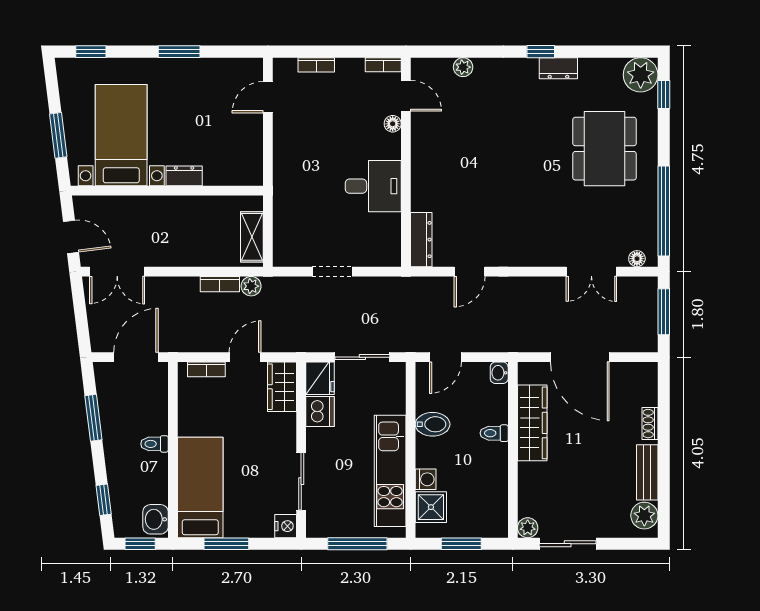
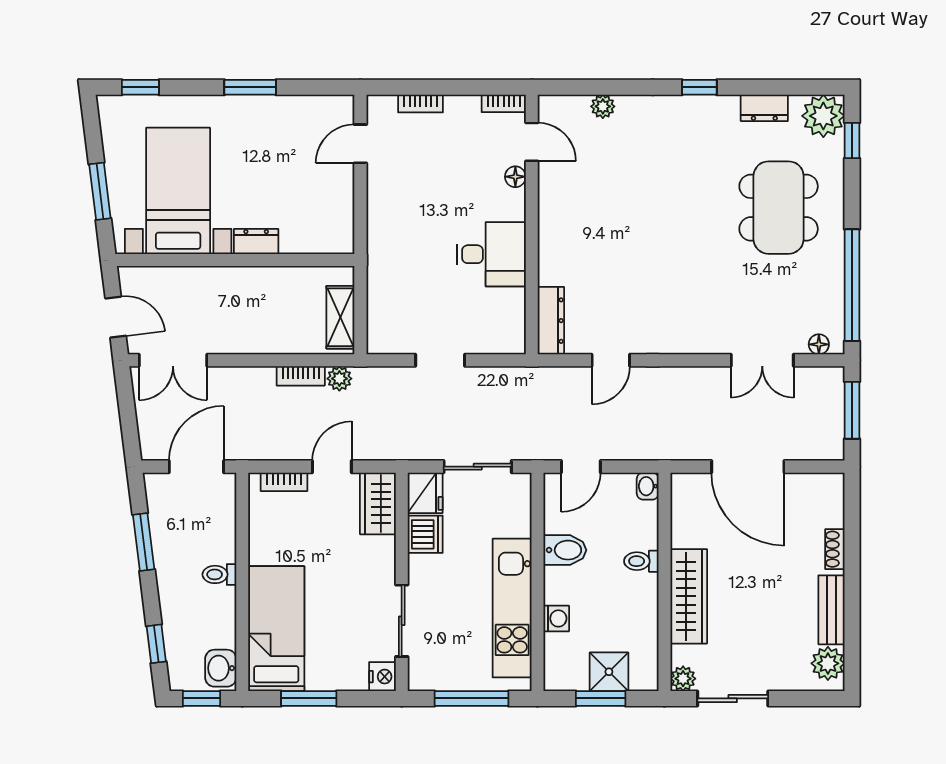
dresser: (558, 68) -> (764, 108), moved
wardrobe: (532, 423) -> (689, 596), moved
shower: (431, 507) -> (609, 672), moved

